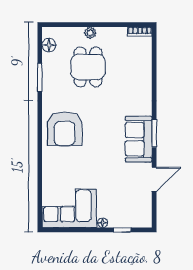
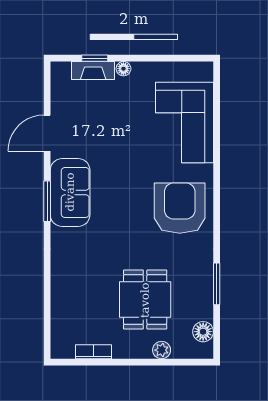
bookcase: (140, 32) -> (94, 352), moved
plant: (90, 33) -> (162, 350), moved
corner sofa: (69, 208) -> (184, 122), moved, turned 90
fireplace: (123, 222) -> (93, 71), added

